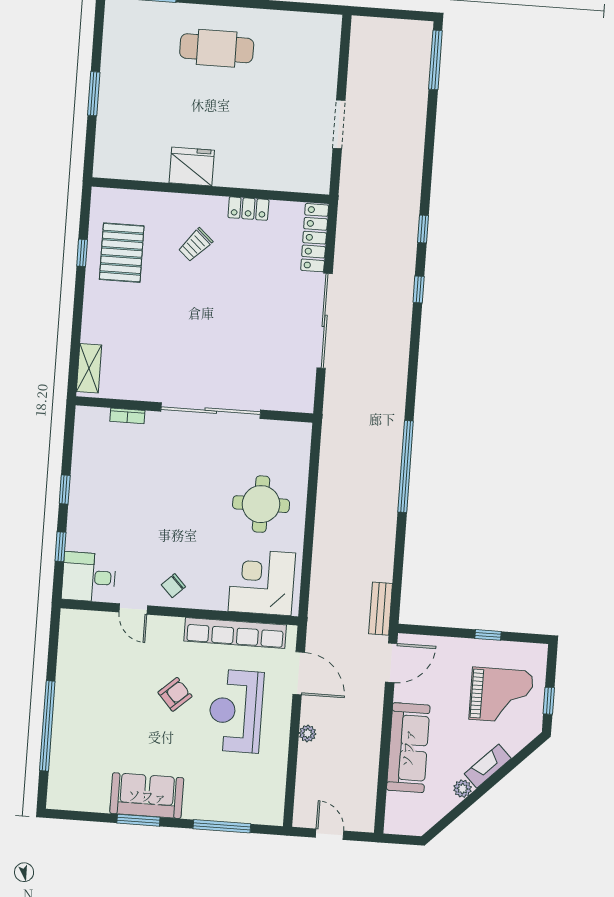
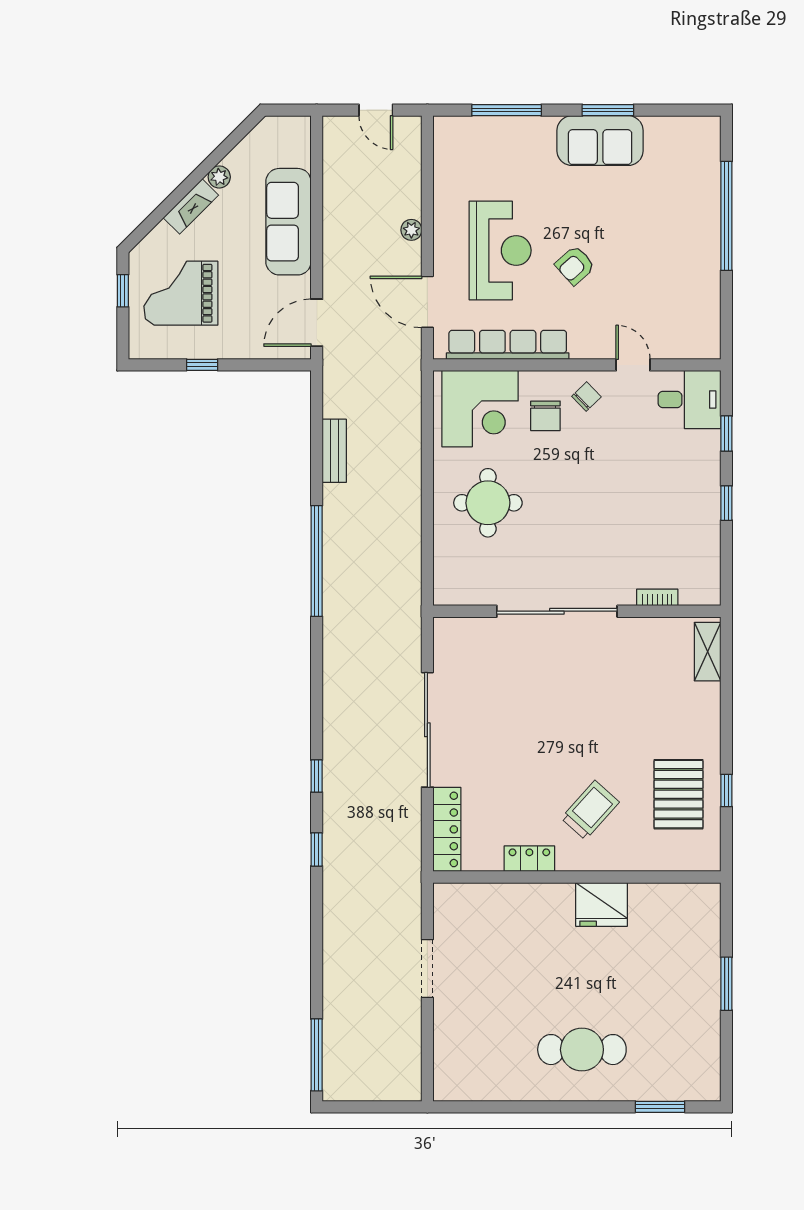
trolley: (195, 245) -> (590, 810), width x1.36, depth x1.39
chair: (208, 572) -> (545, 416), added
bench: (381, 609) -> (334, 451), moved

